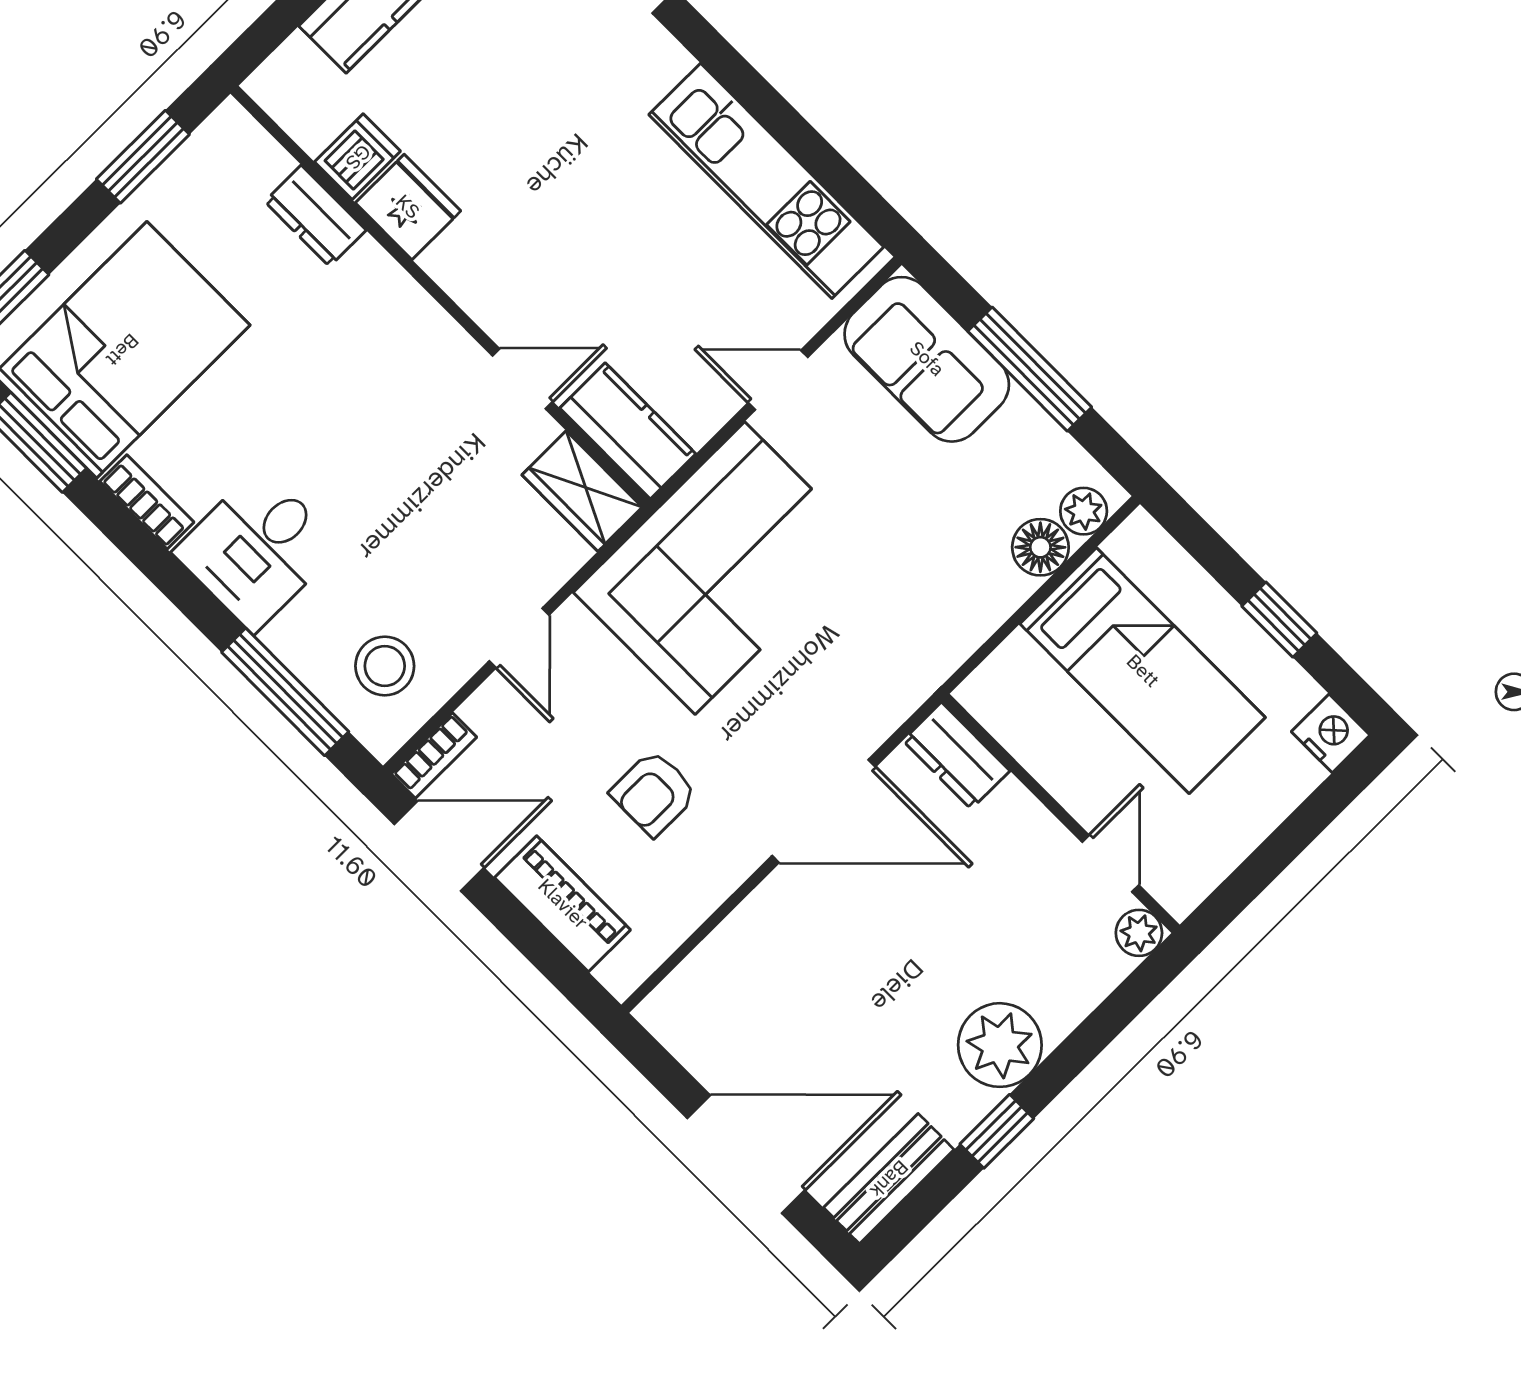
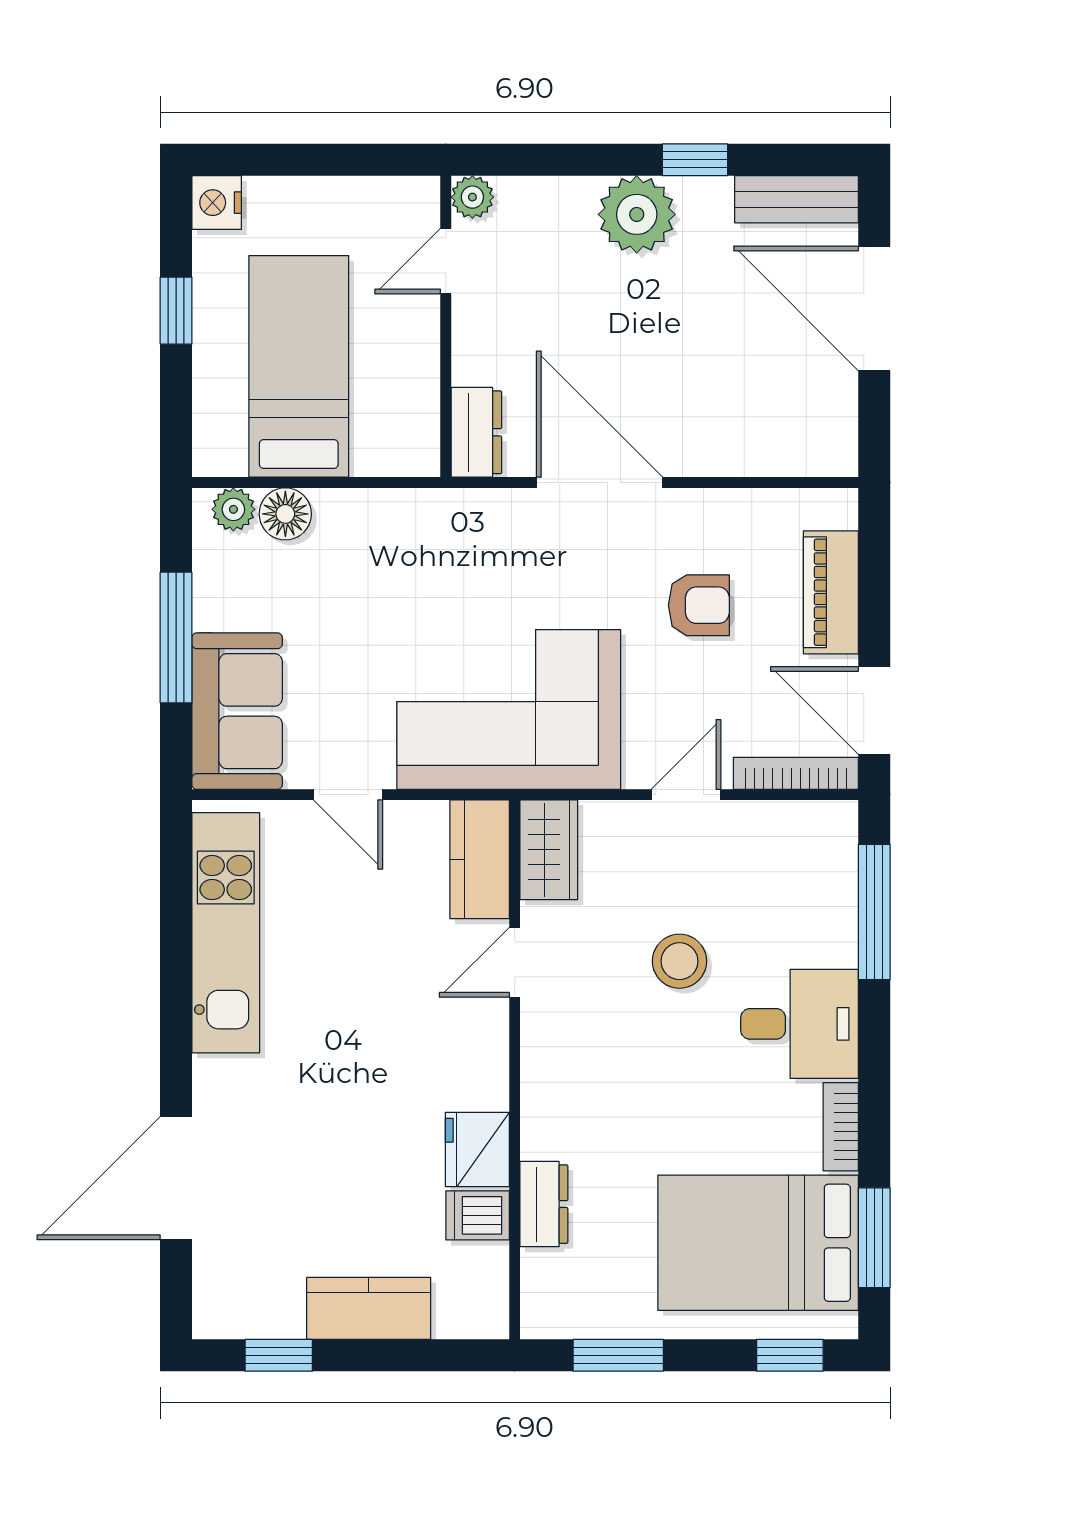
door: (522, 379) -> (515, 962), hinge flipped
stool: (385, 666) -> (679, 961), moved
bookcase: (434, 755) -> (796, 773), width x1.56

